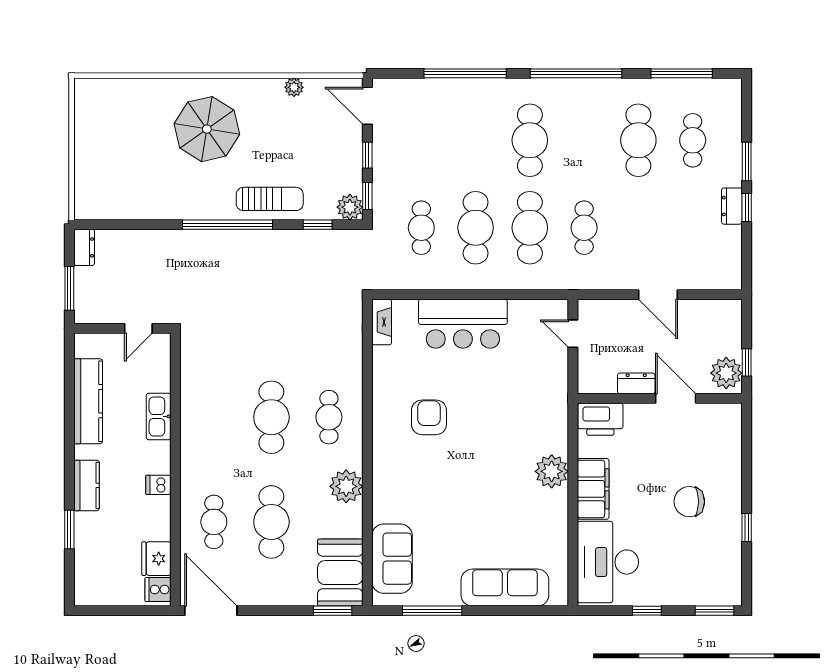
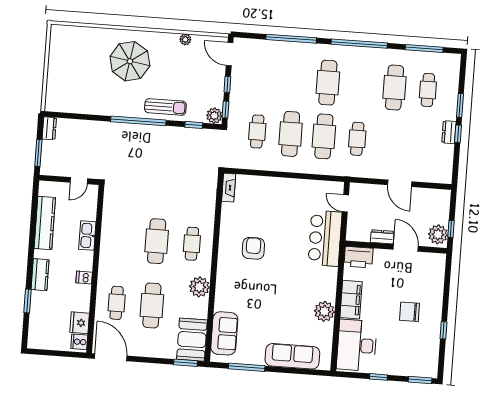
bar counter: (463, 324) -> (325, 238), moved, turned 90
plant: (552, 471) -> (324, 311), moved

